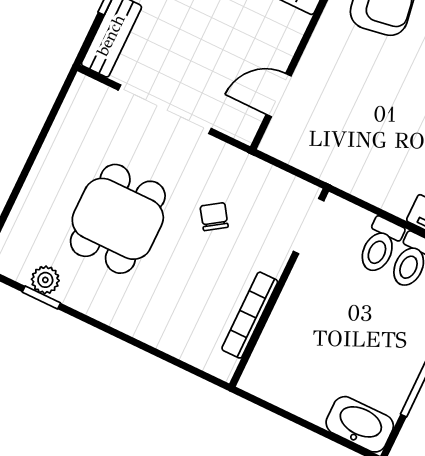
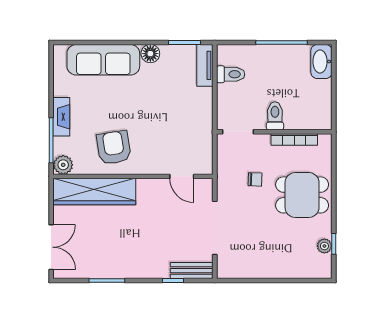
chair: (214, 217) -> (255, 179), turned -144
dining table: (118, 219) -> (302, 195), moved
toilet: (380, 246) -> (275, 116), moved, turned -90

